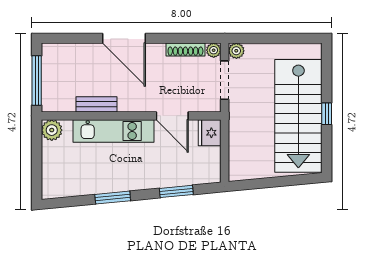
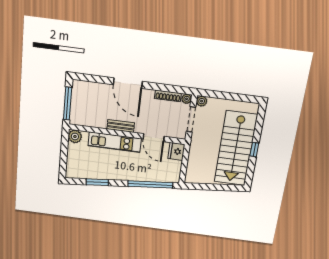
bench: (97, 104) -> (121, 126), moved
window: (176, 191) -> (150, 184), width x2.11
window: (113, 198) -> (97, 182), moved

